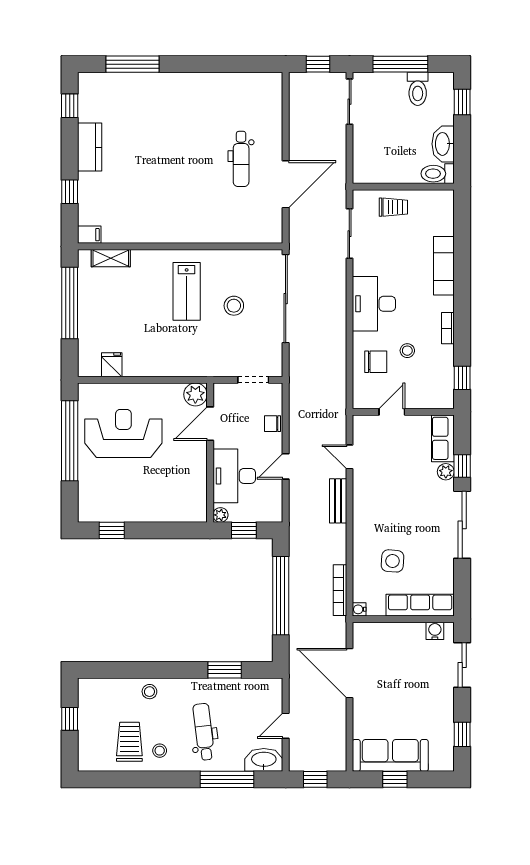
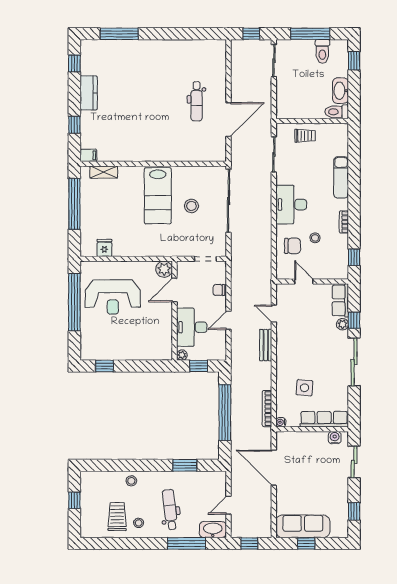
lab bench: (187, 291) -> (158, 196), width x1.36, depth x1.39
door: (392, 412) -> (304, 282), hinge flipped
reception desk: (123, 433) -> (113, 297), turned 180

